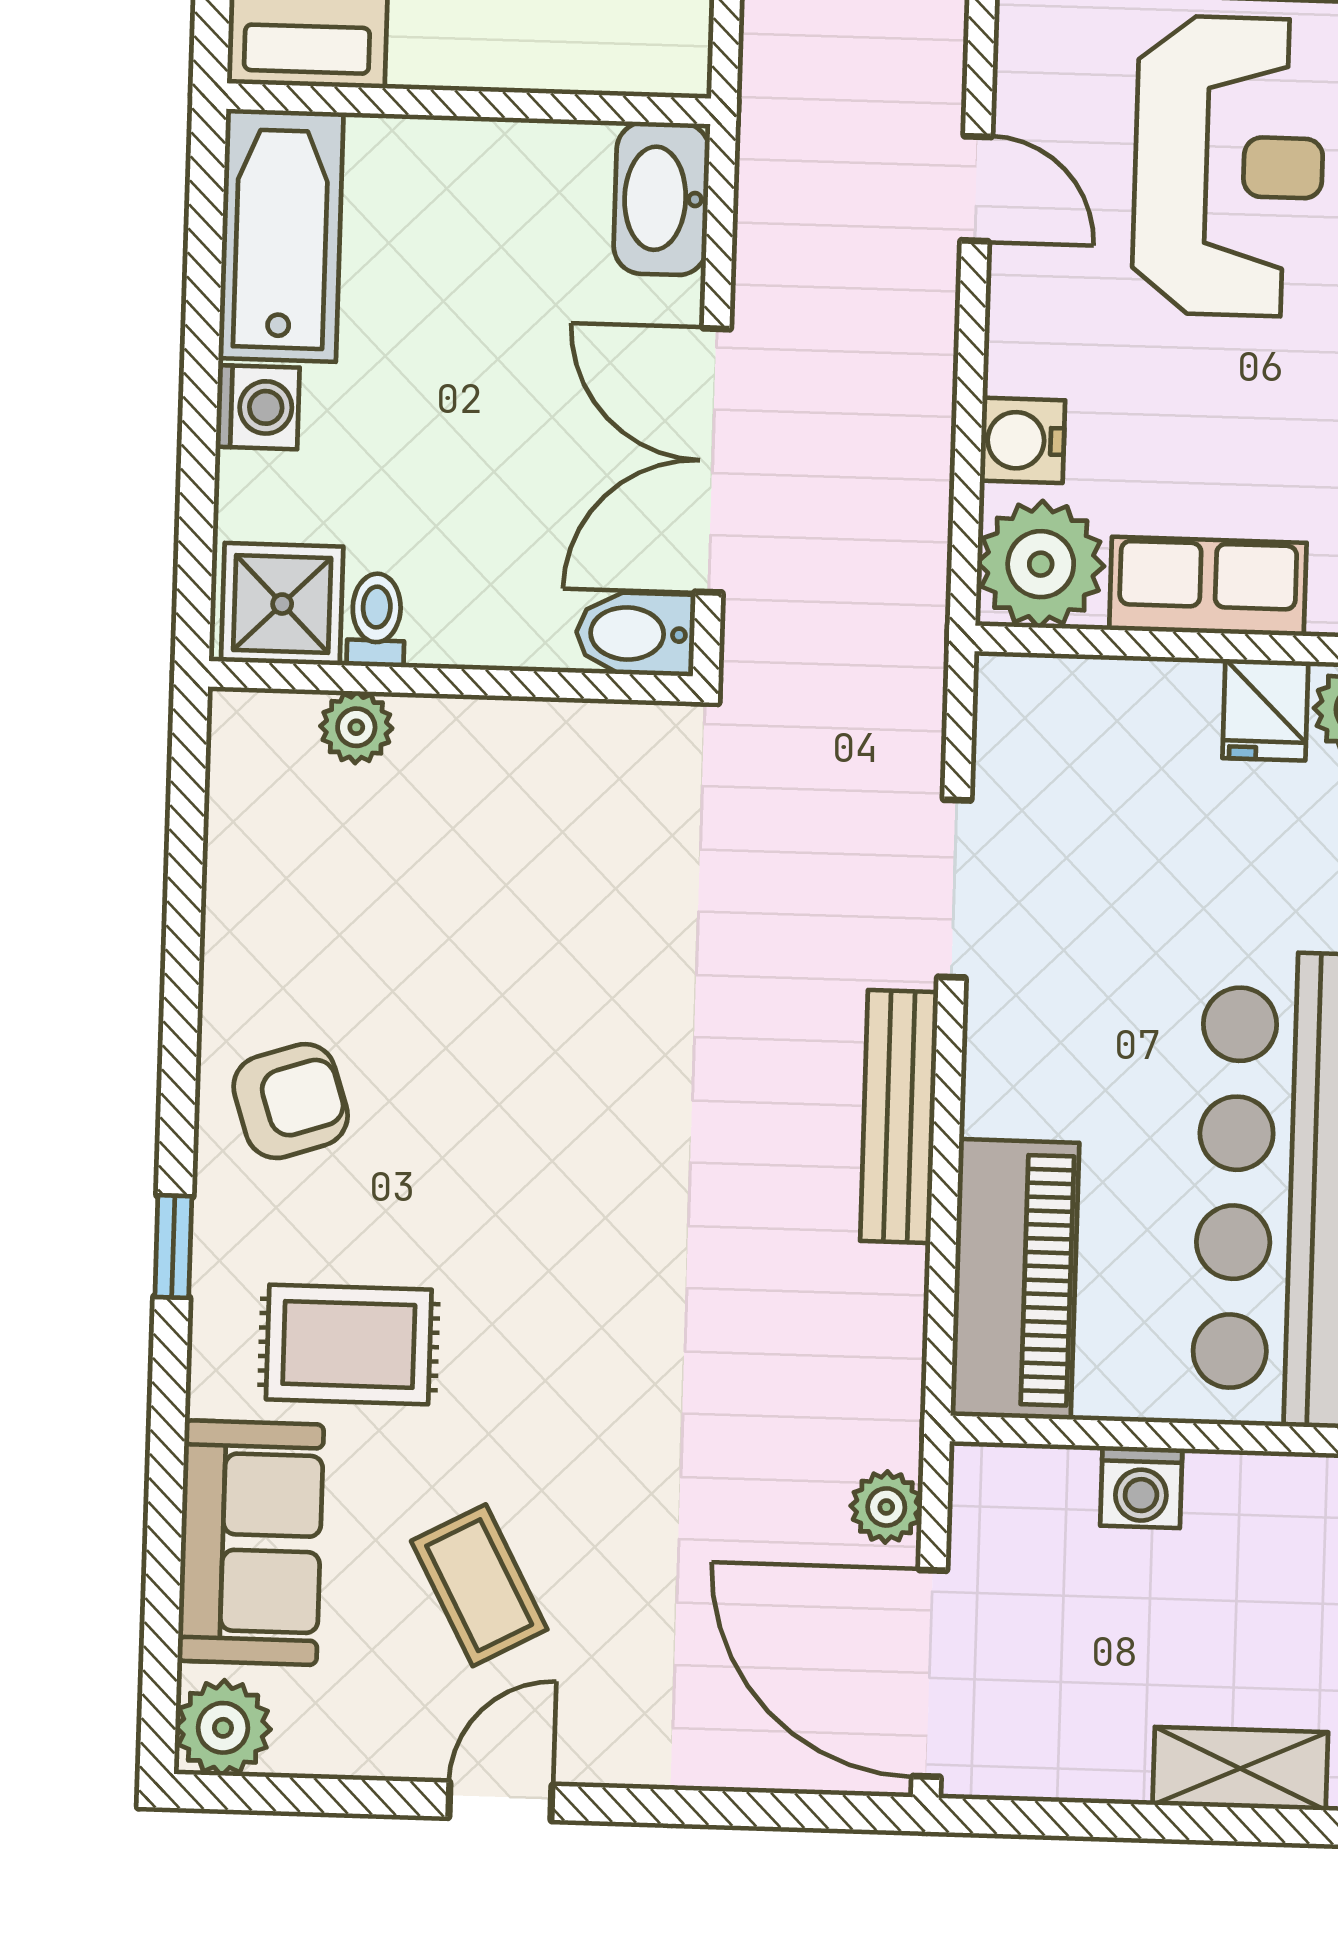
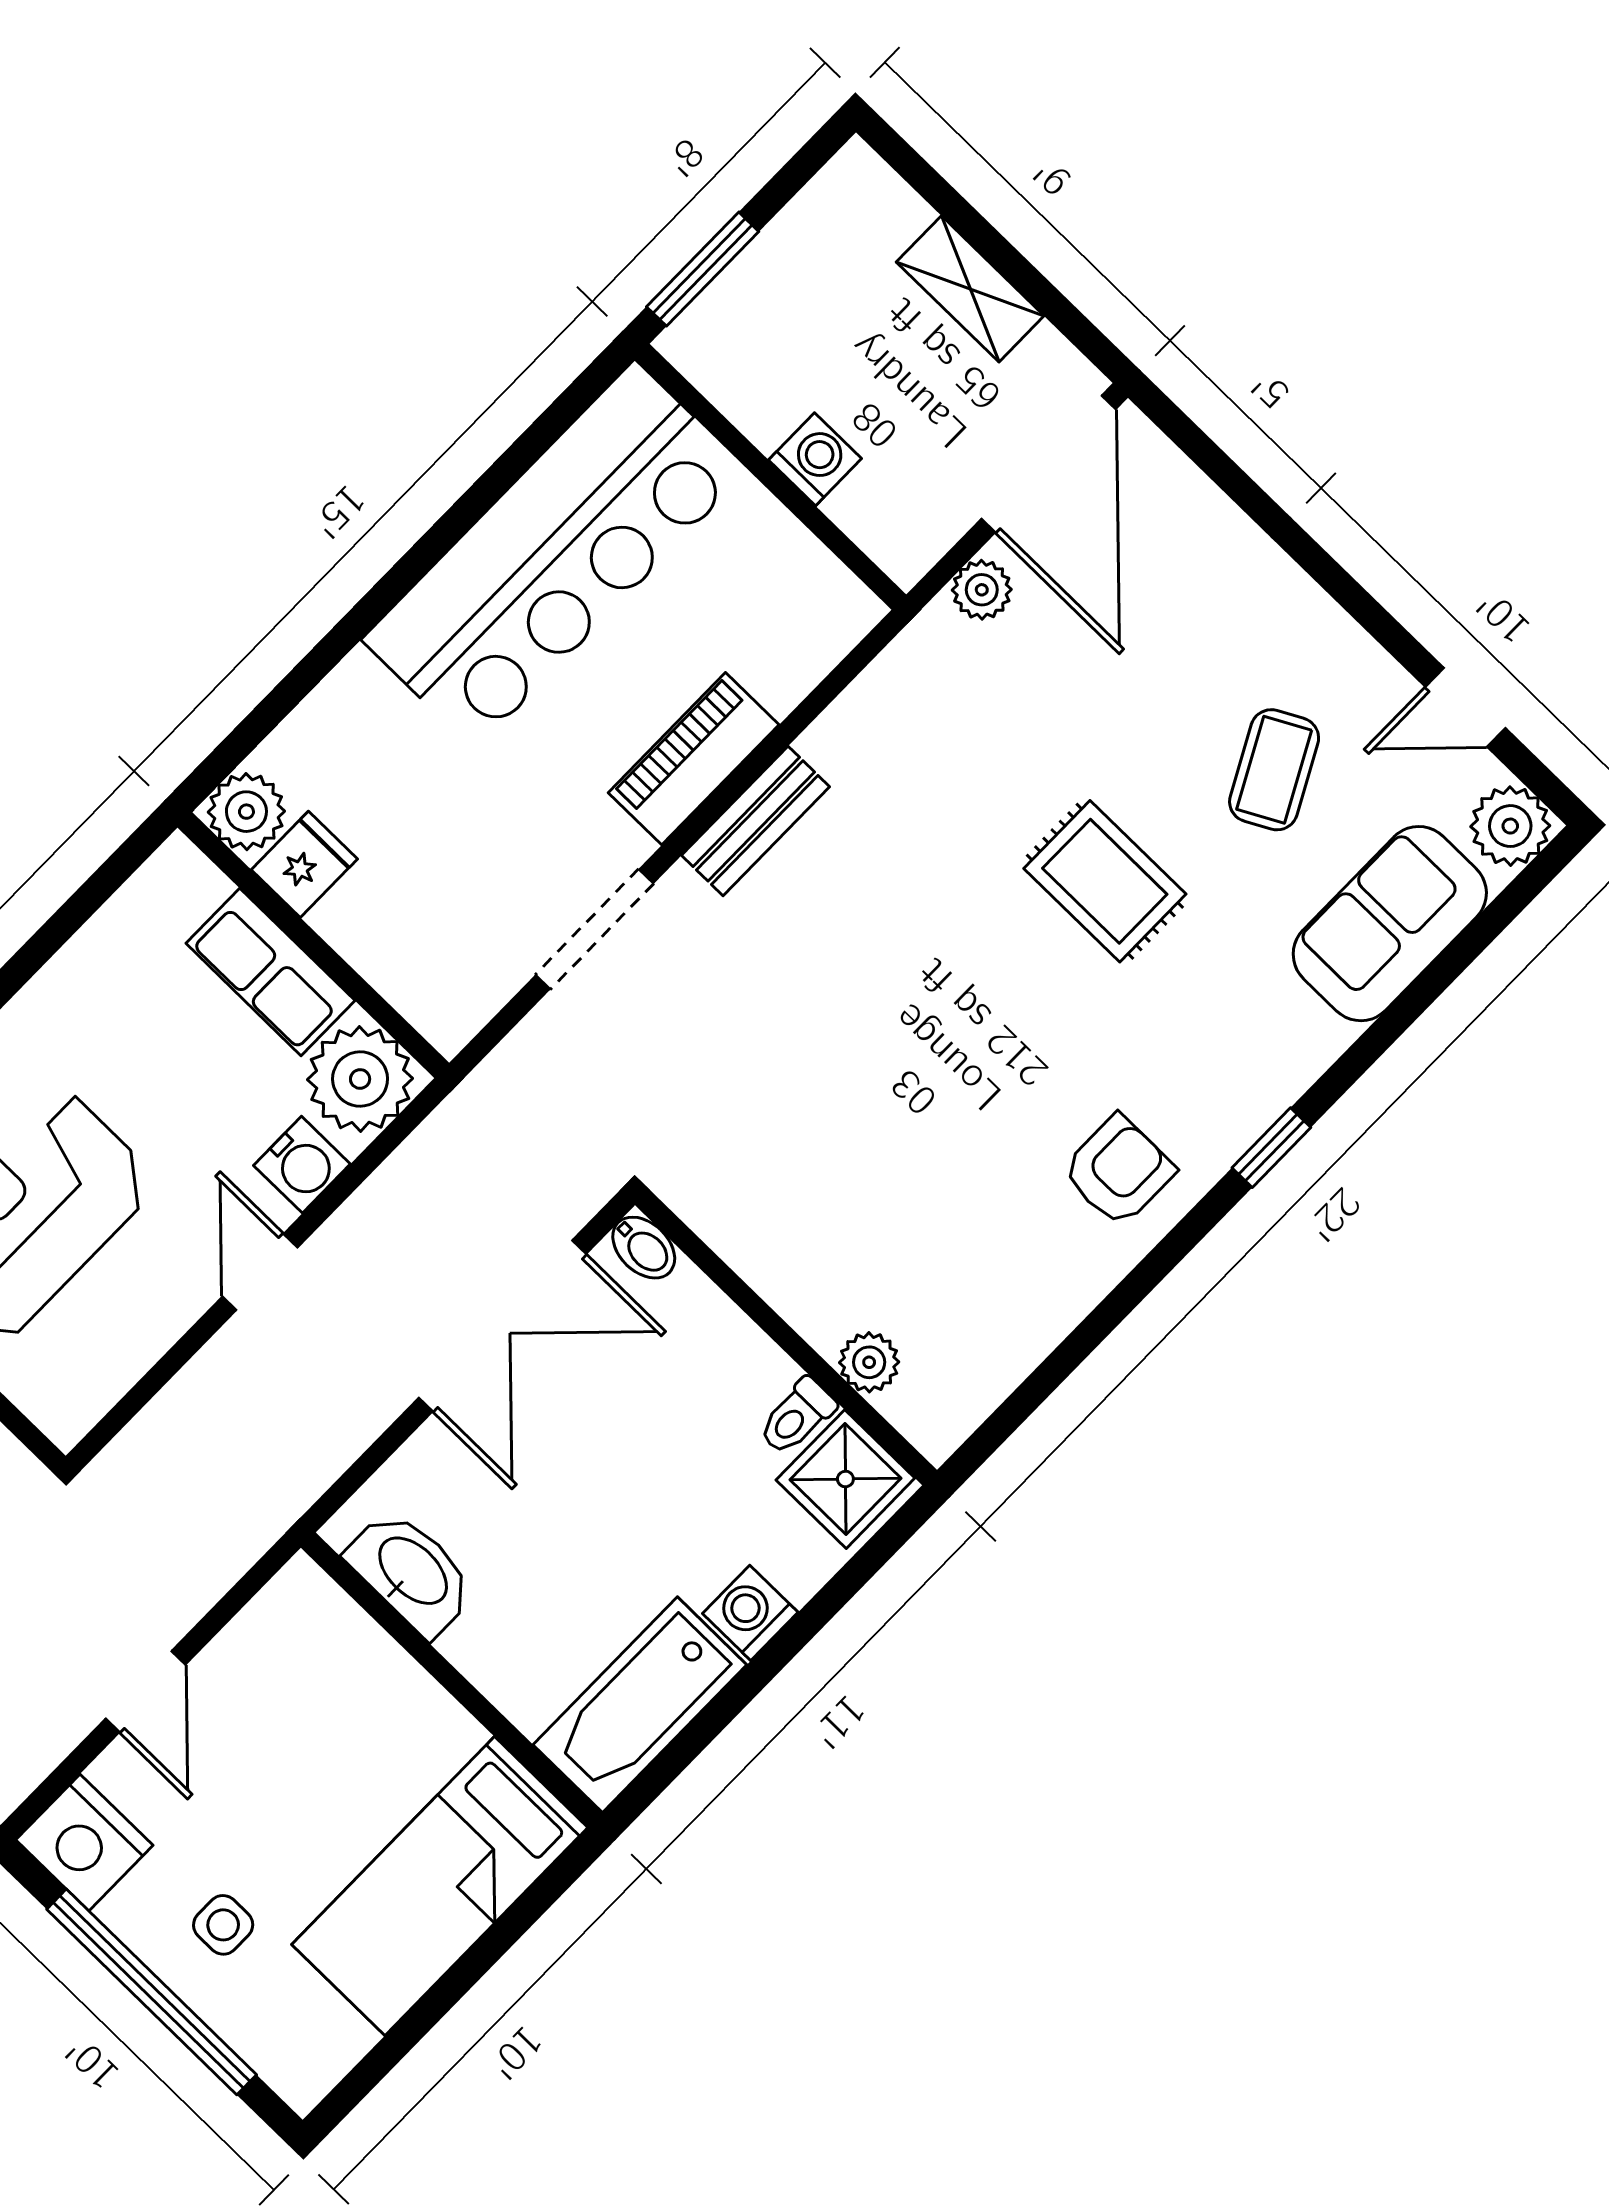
door: (976, 189) -> (260, 1272), moved
washbasin: (662, 199) -> (411, 1572), moved, turned -90
bidet: (635, 634) -> (644, 1248), width x0.72, depth x0.74
armchair: (291, 1101) -> (1118, 1171), turned 108
bench: (899, 1117) -> (755, 821), width x0.73
piano: (1015, 1279) -> (694, 759), moved, width x0.73, depth x0.75
rug: (349, 1344) -> (1105, 881), moved
shelving: (1240, 1768) -> (970, 289), moved
door: (500, 1801) -> (1465, 707), moved

